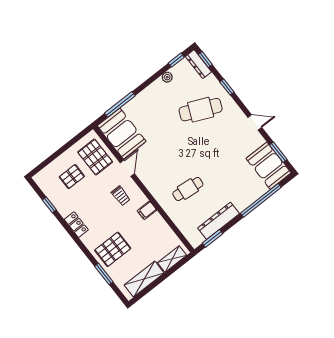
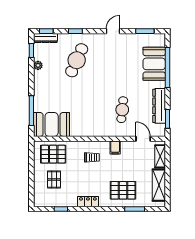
booth: (269, 166) -> (154, 64), moved, turned 90
door: (127, 168) -> (143, 139), moved
pallet: (113, 249) -> (123, 190), turned 90

